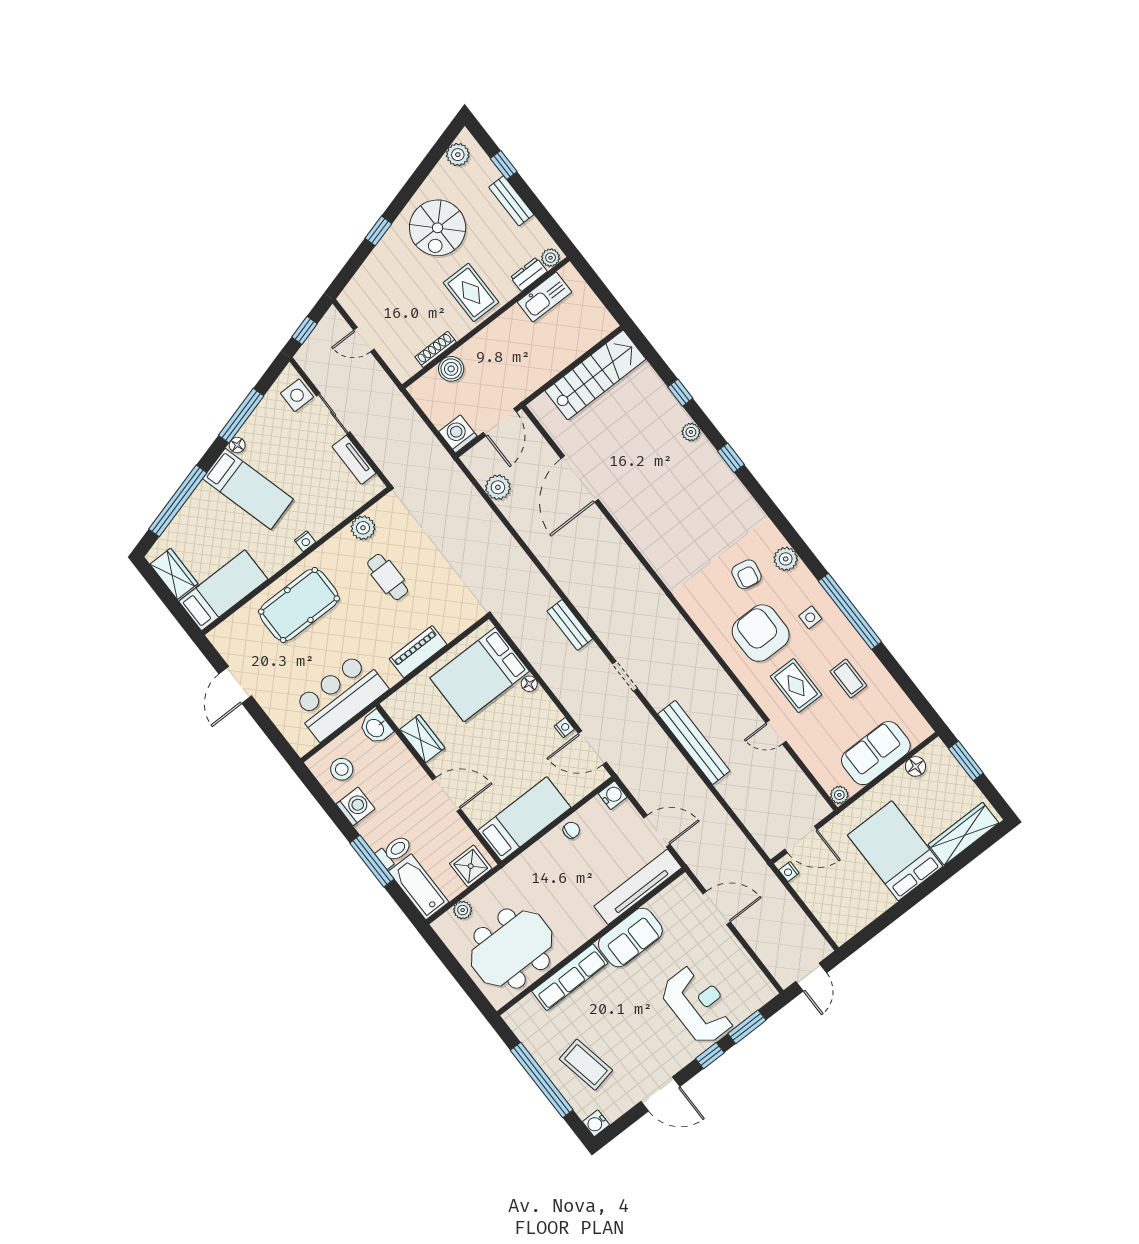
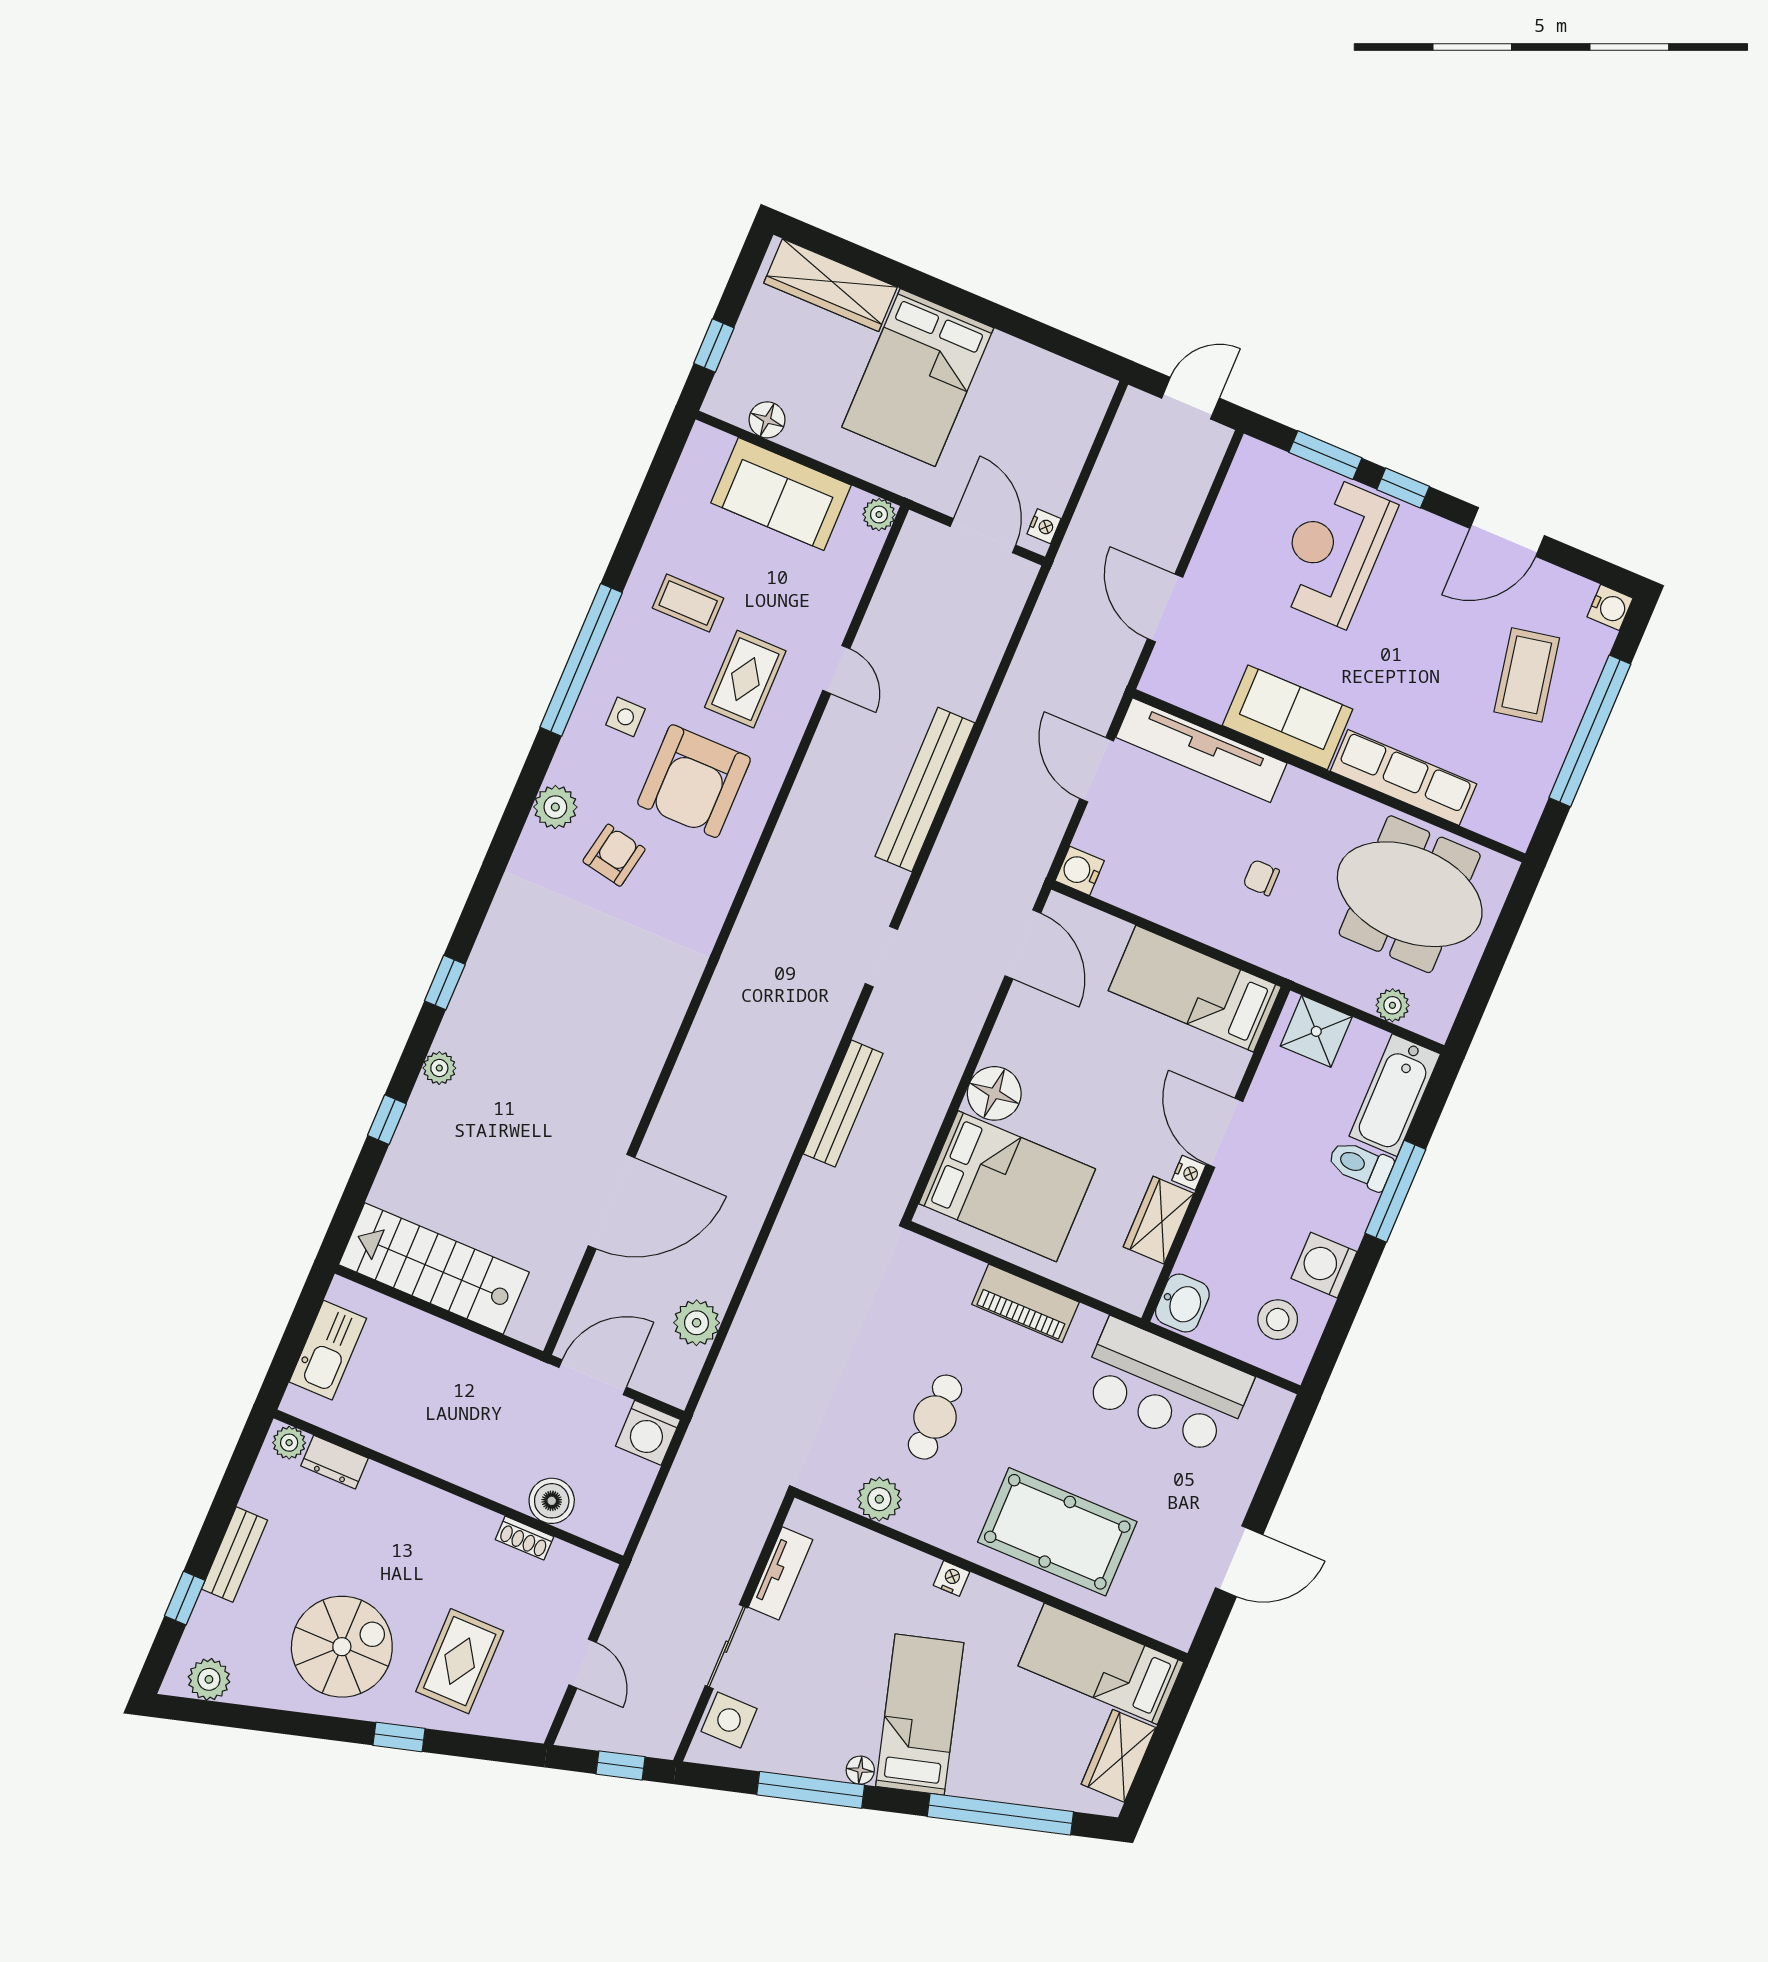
rug: (471, 292) -> (460, 1661), moved
kitchen sink: (545, 297) -> (328, 1350), moved, turned 90
shoe rack: (436, 349) -> (524, 1538), width x0.70
bench: (570, 625) -> (843, 1104), width x1.36
coffee table: (848, 679) -> (688, 603), turned 90
floor lamp: (529, 684) -> (994, 1093), width x1.89, depth x1.89
nightstand: (564, 728) -> (1189, 1173), moved, turned 180
window: (966, 761) -> (714, 346), width x0.67
chair: (571, 830) -> (1261, 878), moved
door: (660, 1094) -> (1507, 532), swing flipped

